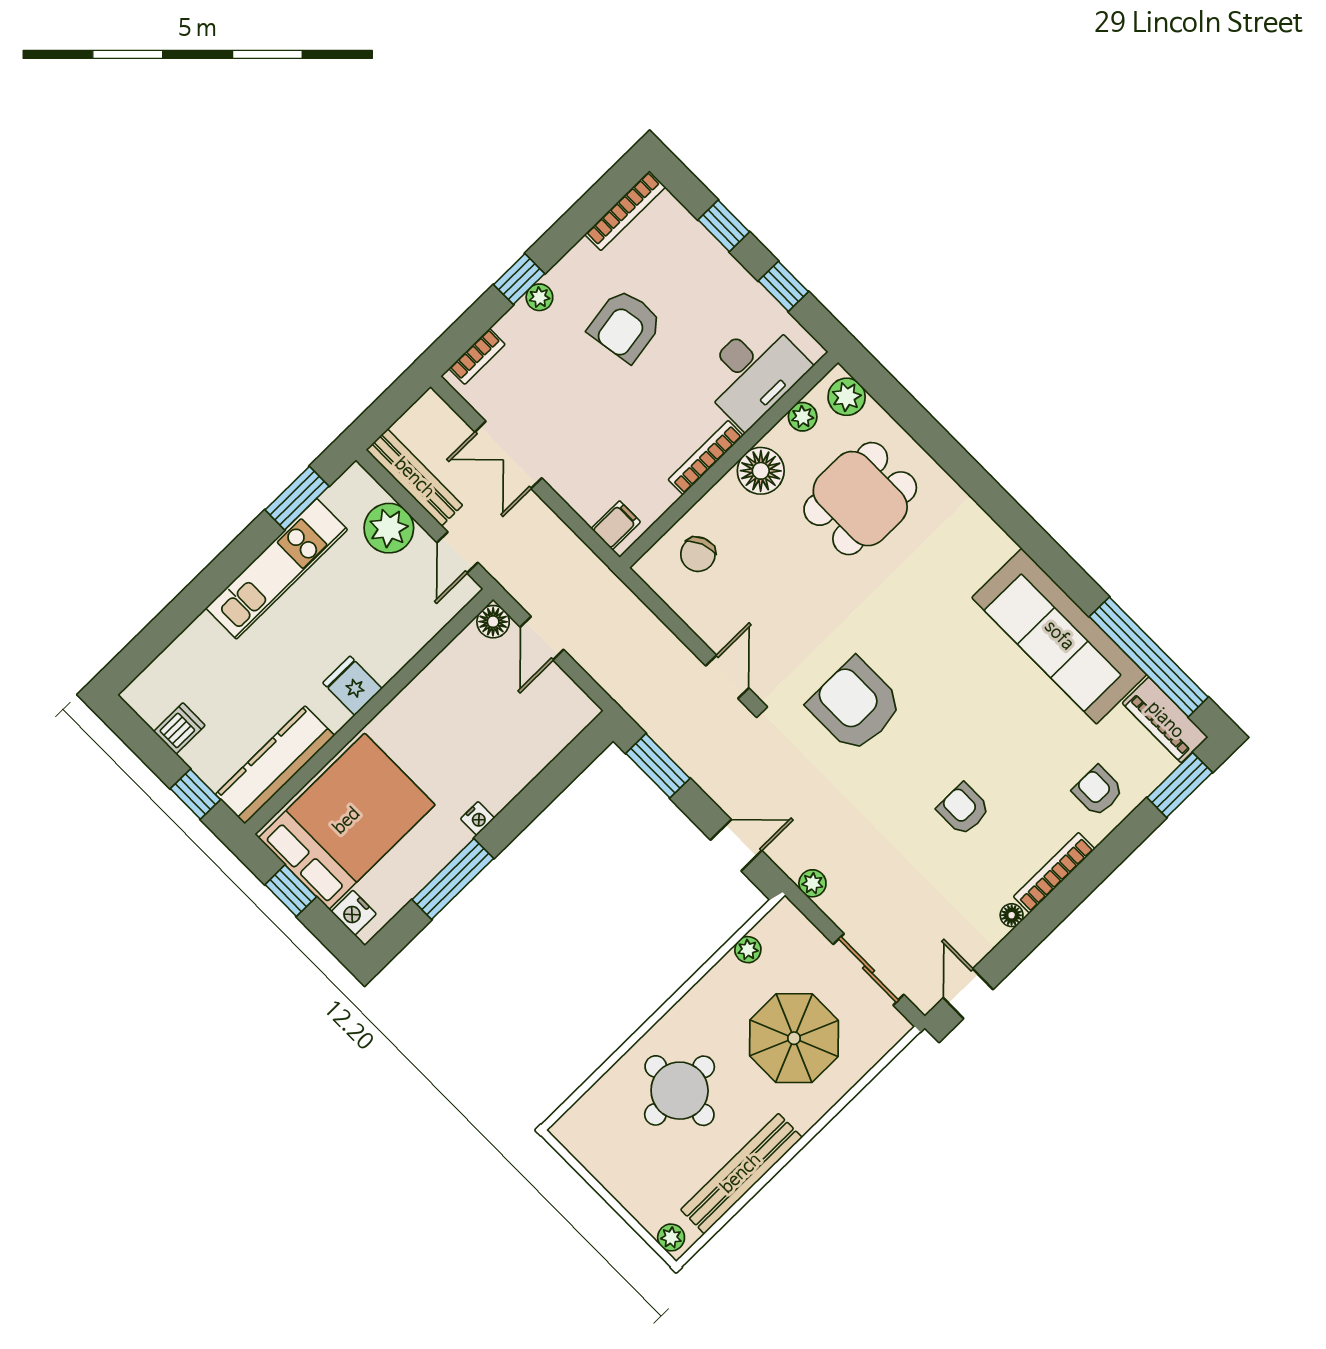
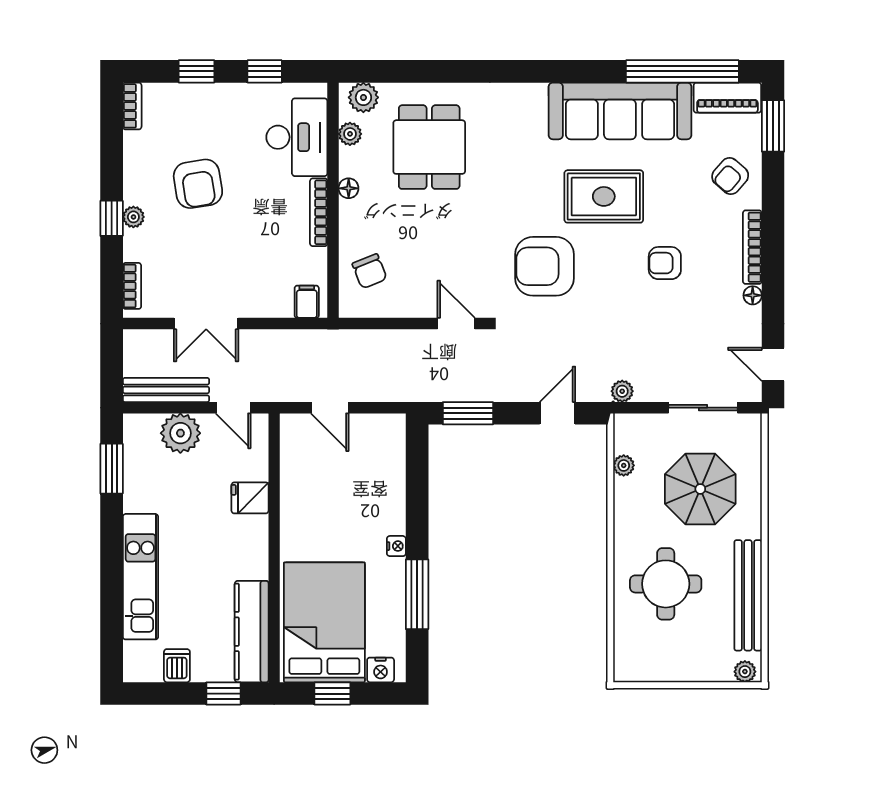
bookcase: (625, 211) -> (132, 106), width x0.64
floor lamp: (761, 471) -> (349, 188), width x0.53, depth x0.53
kitchen unit: (277, 569) -> (140, 577), moved
floor lamp: (493, 622) -> (293, 426), removed
fridge: (352, 686) -> (250, 498), moved
rug: (969, 697) -> (604, 196), added
armchair: (1098, 791) -> (730, 176), turned -49

